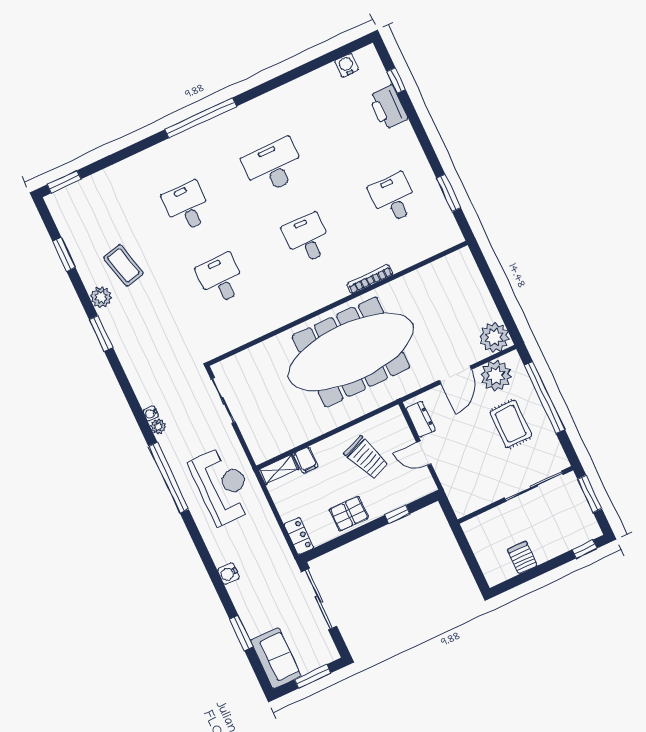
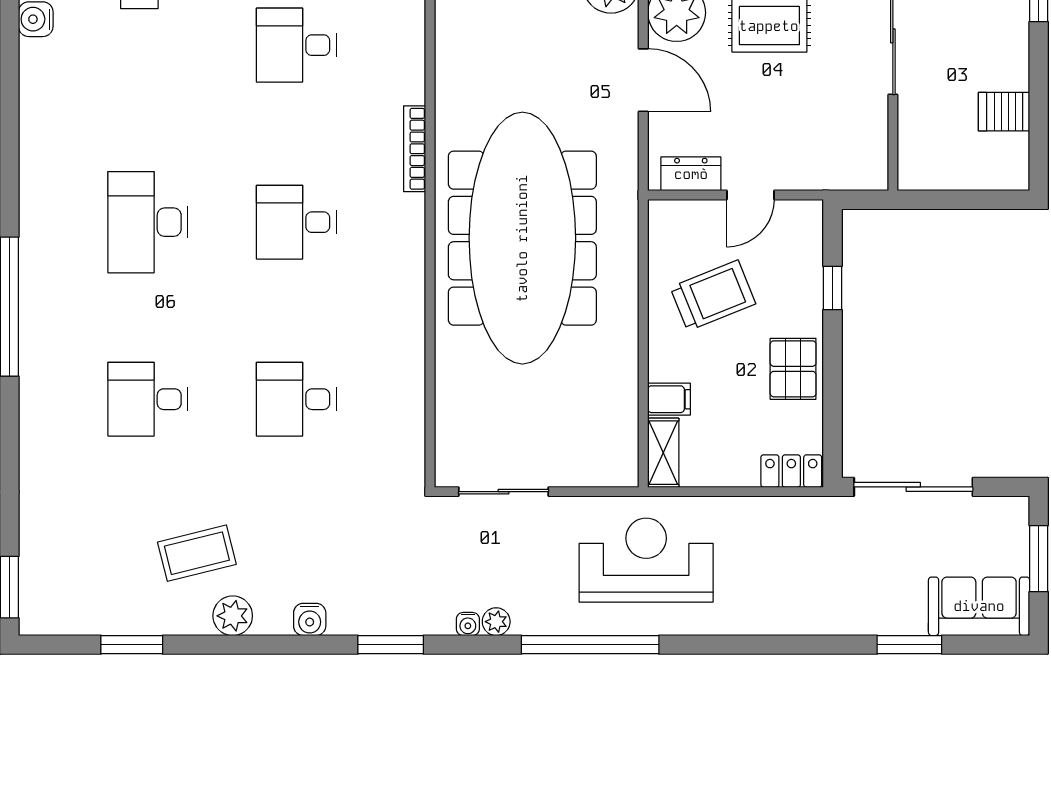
window: (101, 333) -> (391, 645), moved
water cooler: (228, 574) -> (310, 619), moved

